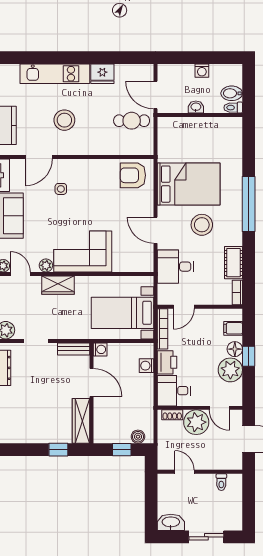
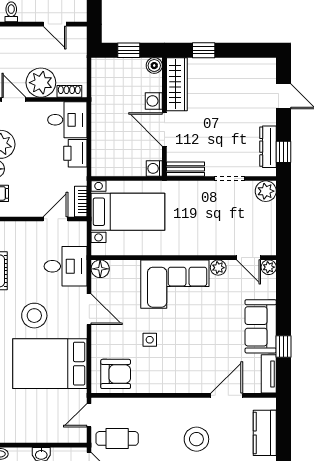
door: (155, 140) -> (89, 415), added
side table: (61, 189) -> (150, 340), moved
floor lamp: (146, 264) -> (100, 269), added
wardrobe: (58, 285) -> (204, 244), removed
bookcase: (162, 329) -> (81, 201), width x0.64
washing machine: (146, 366) -> (154, 101), moved, turned 180
boiler: (138, 437) -> (154, 66), moved

